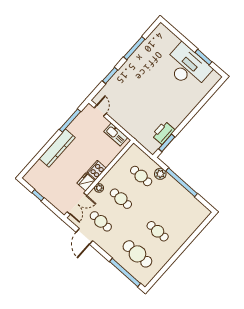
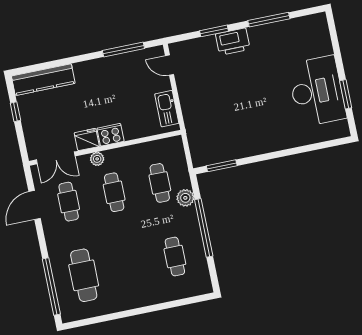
door: (100, 111) -> (169, 65), swing flipped
printer: (163, 133) -> (233, 42), moved, turned 180
kitchen counter: (57, 148) -> (43, 80), moved
cafe table: (158, 231) -> (175, 257), moved

